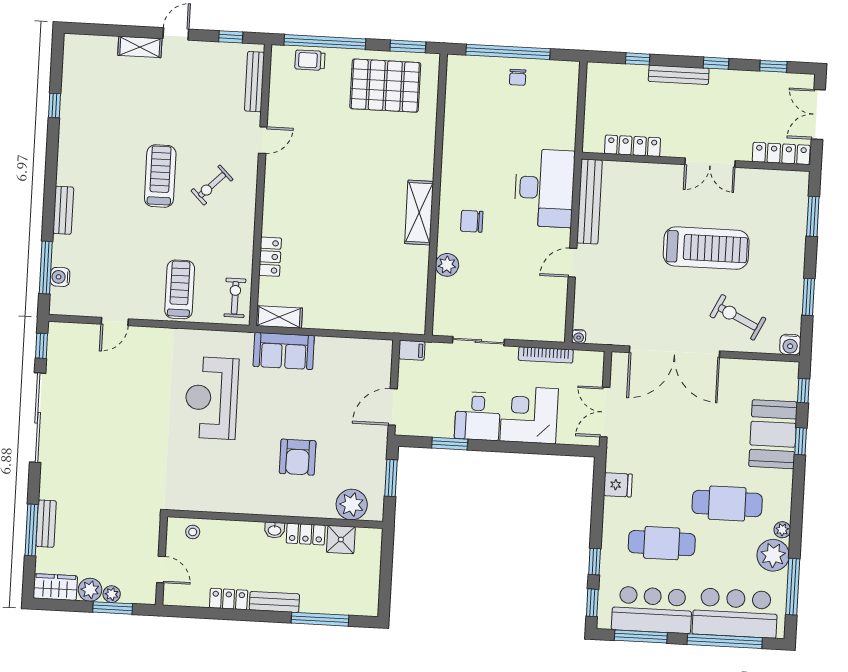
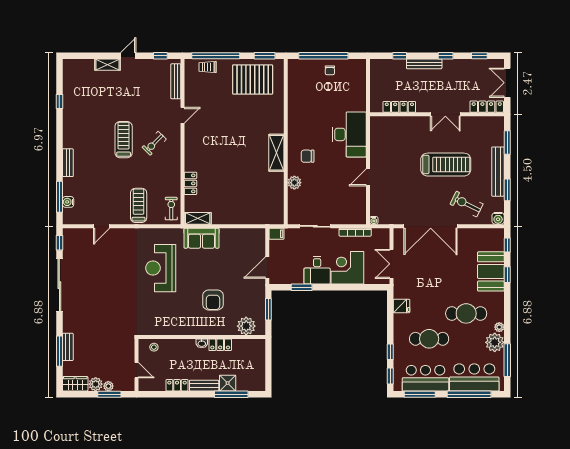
bench: (590, 202) -> (498, 172), moved
shower: (341, 540) -> (228, 383), moved

